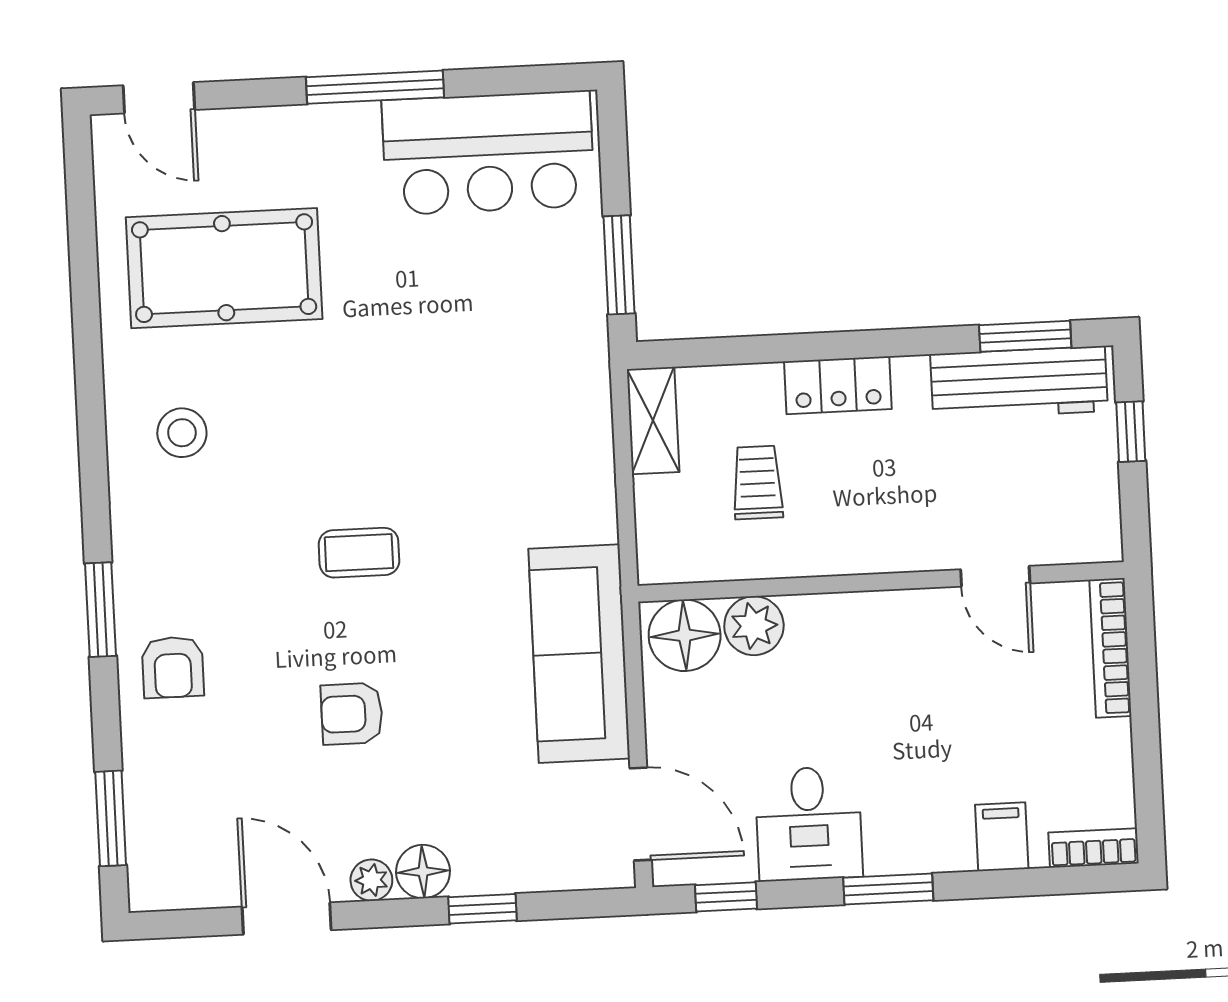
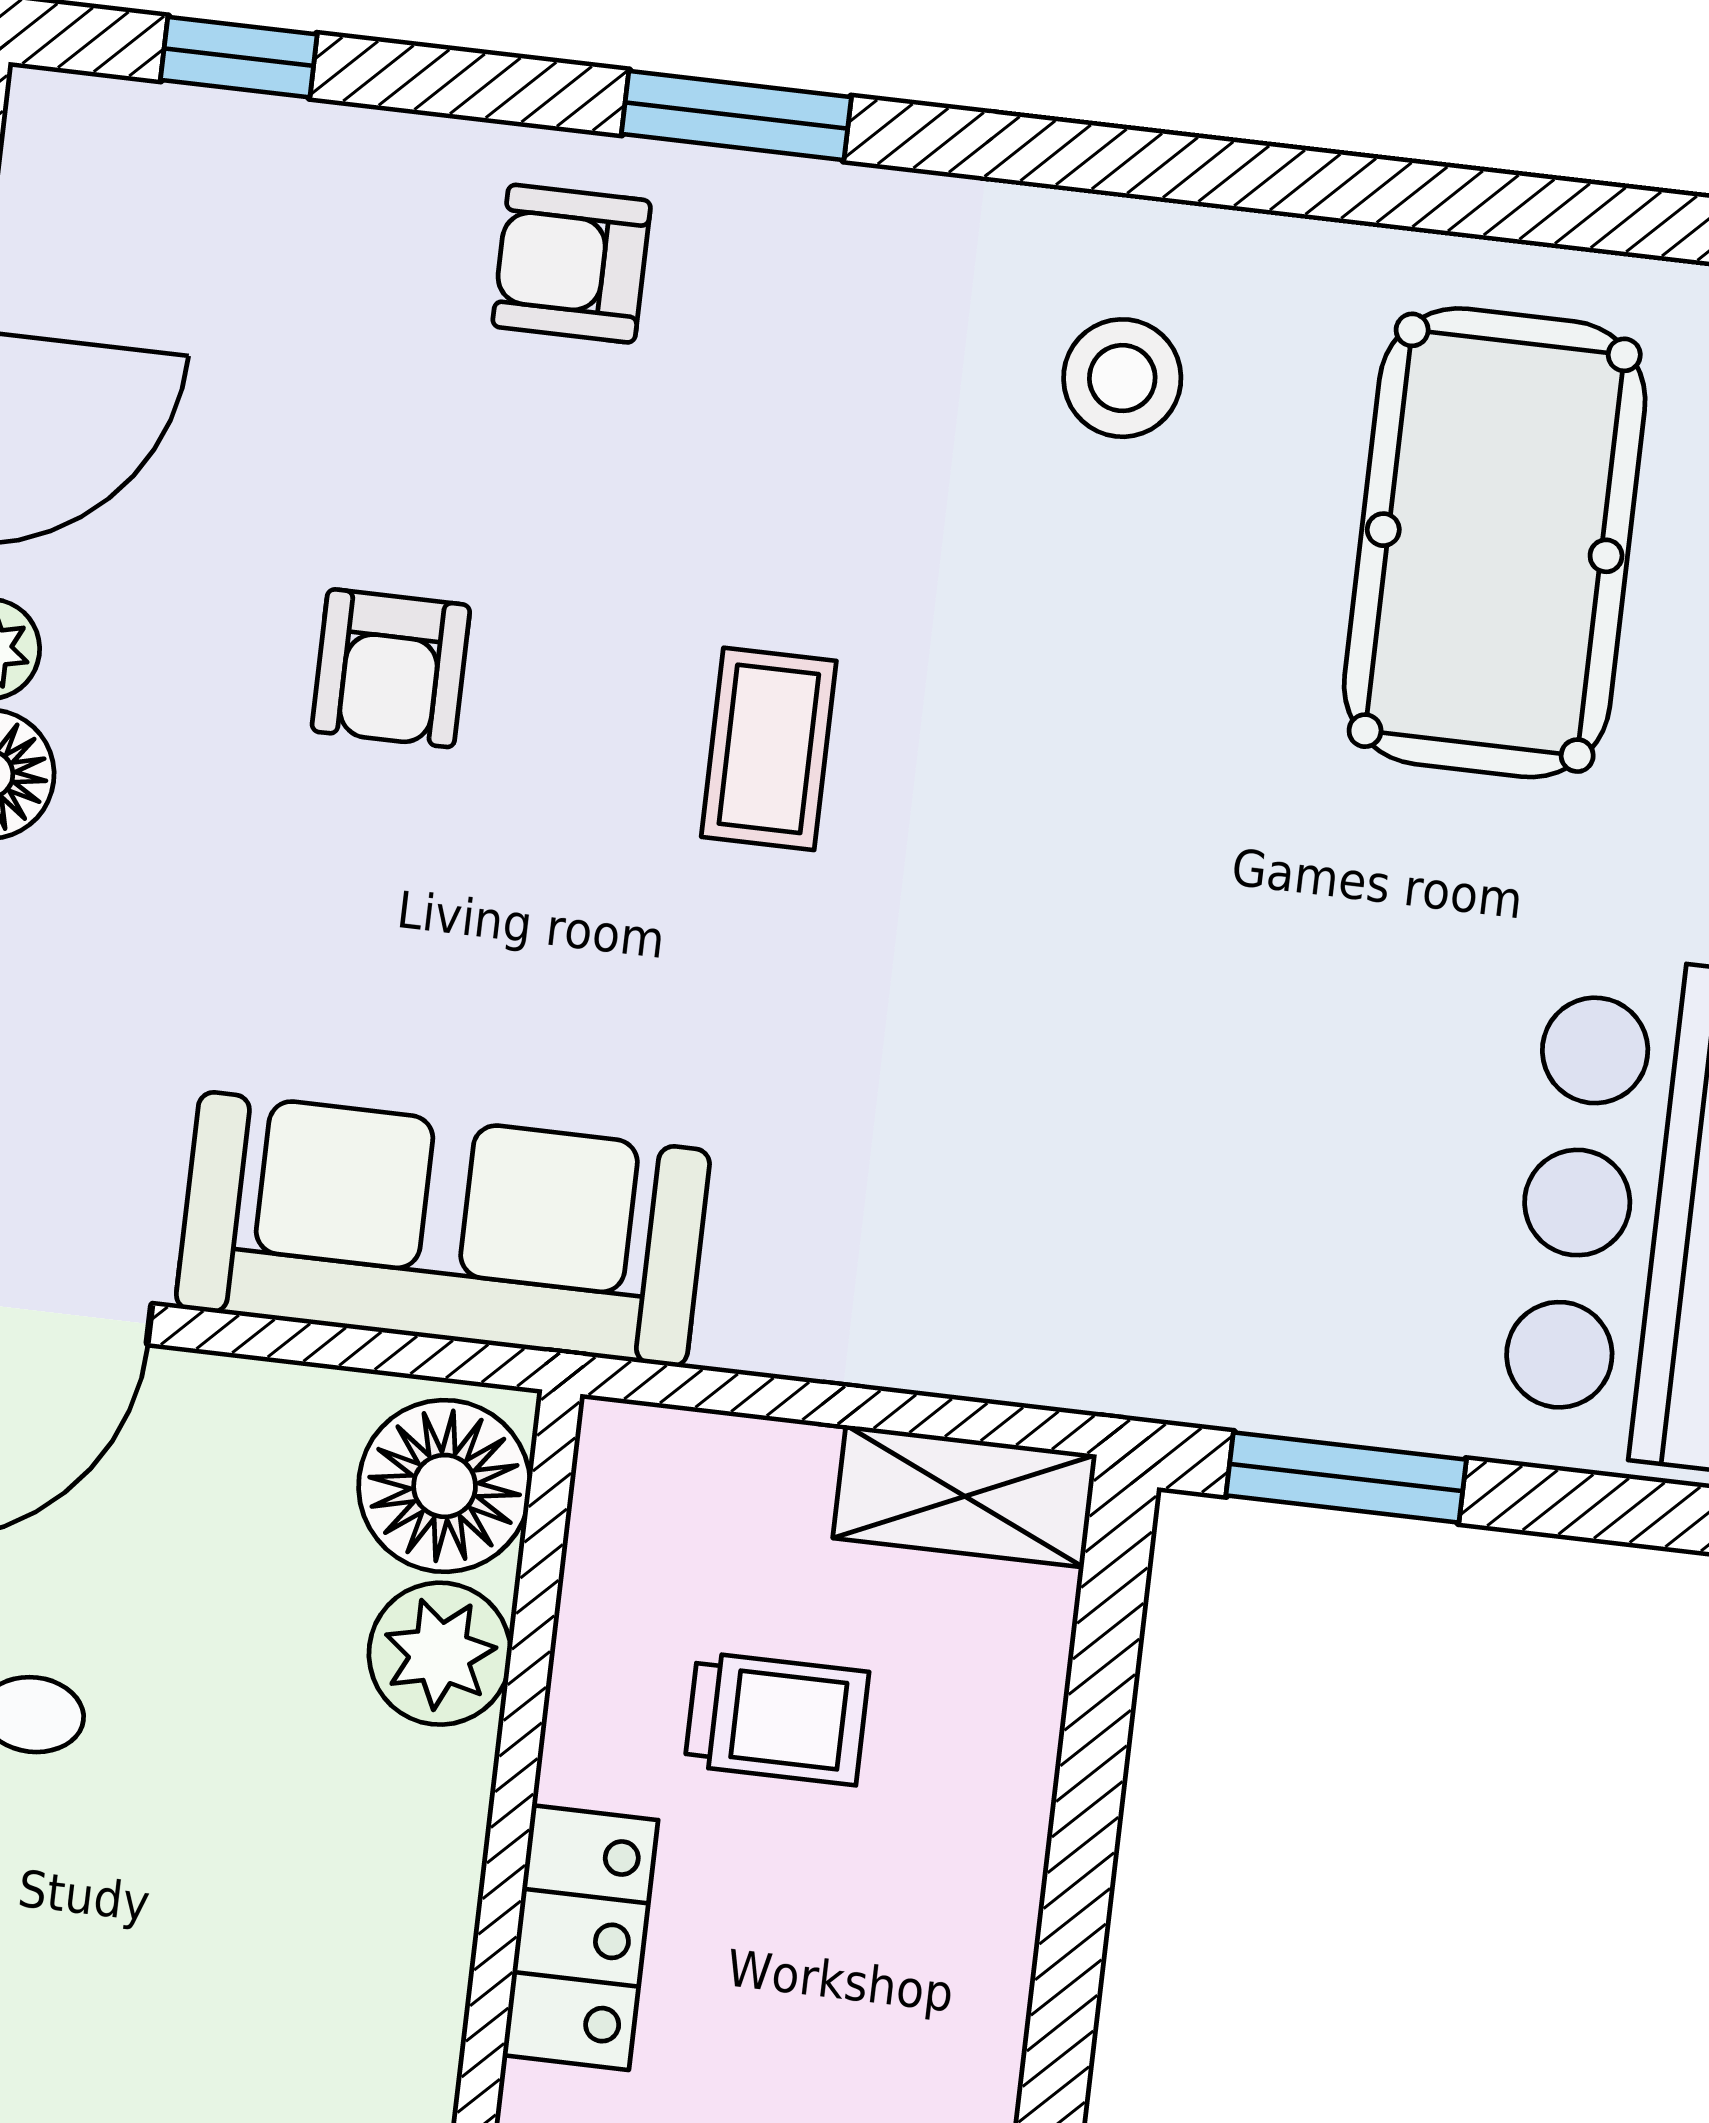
locker: (838, 385) -> (580, 1938), moved, turned 180
armchair: (352, 714) -> (391, 668), turned 180
window: (111, 818) -> (239, 57), width x0.67

